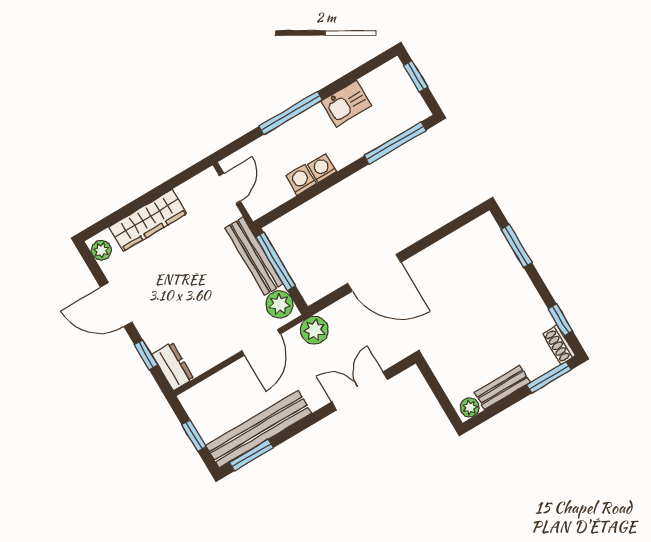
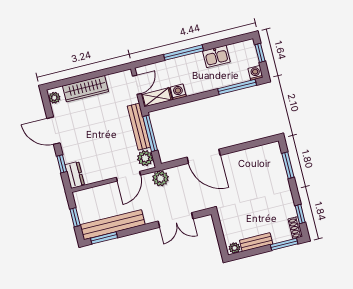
washing machine: (322, 168) -> (255, 73), moved
shelving: (269, 199) -> (157, 97), added
double door: (360, 391) -> (176, 220), swing flipped

